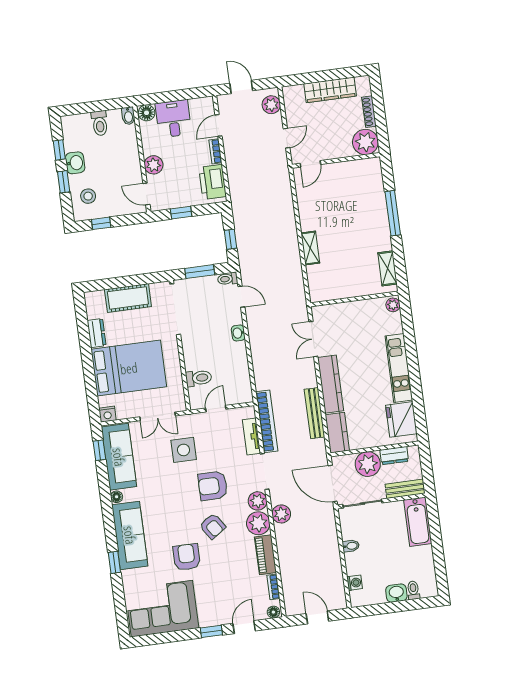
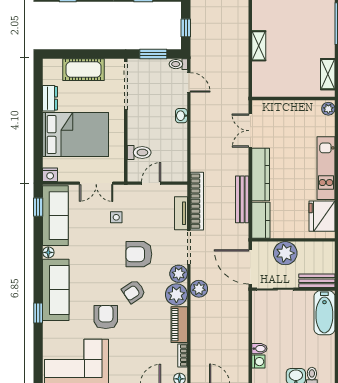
side table: (184, 450) -> (116, 217), width x0.54, depth x0.54
dresser: (394, 456) -> (311, 249), removed
armchair: (213, 526) -> (134, 292), turned 90
bidet: (351, 546) -> (259, 349), moved

